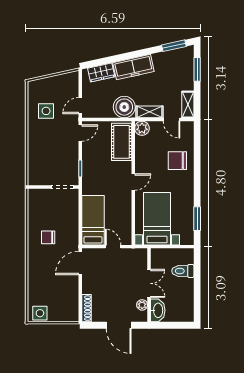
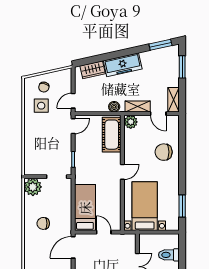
chair: (49, 91) -> (44, 87), added
boiler: (124, 107) -> (114, 107), width x0.54, depth x0.54
plant: (37, 198) -> (33, 187), added

